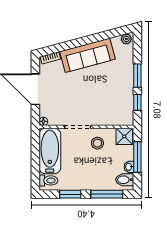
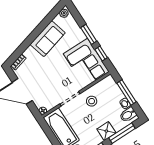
sofa: (88, 55) -> (48, 39), width x0.73
corner sofa: (117, 102) -> (86, 63), added
shower: (124, 136) -> (106, 131), moved

